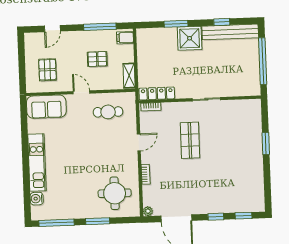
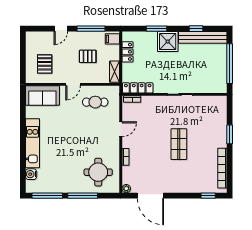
door: (52, 29) -> (61, 29), moved
locker: (143, 52) -> (127, 52), added
door: (81, 92) -> (73, 84), swing flipped
shop shelf: (190, 140) -> (179, 144), moved
bookcase: (259, 183) -> (222, 168), added
window: (216, 217) -> (184, 196), removed
window: (98, 221) -> (83, 196), width x1.44

